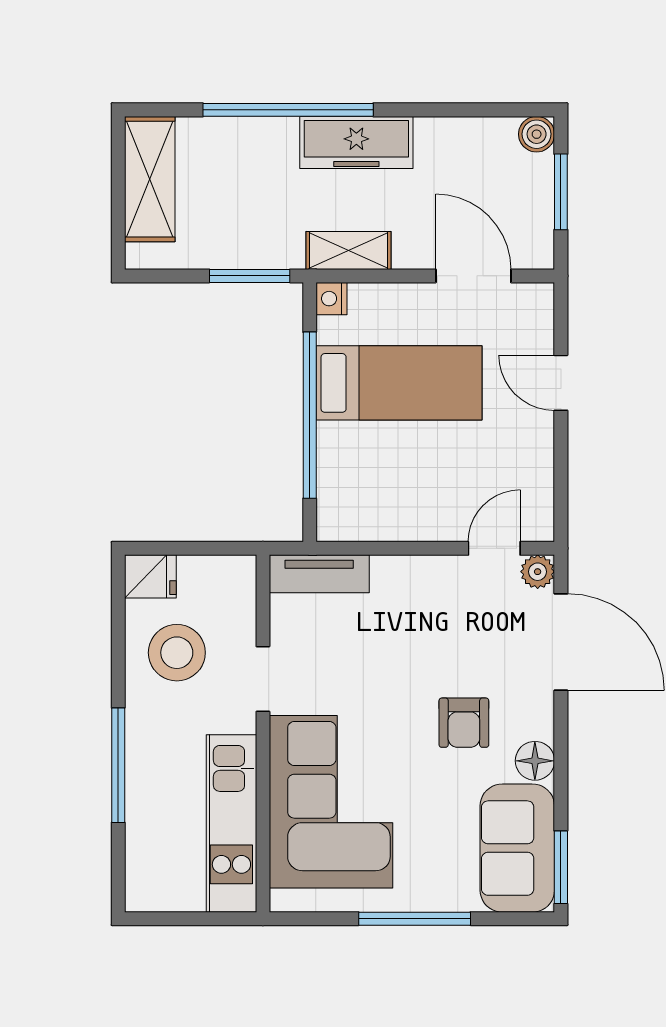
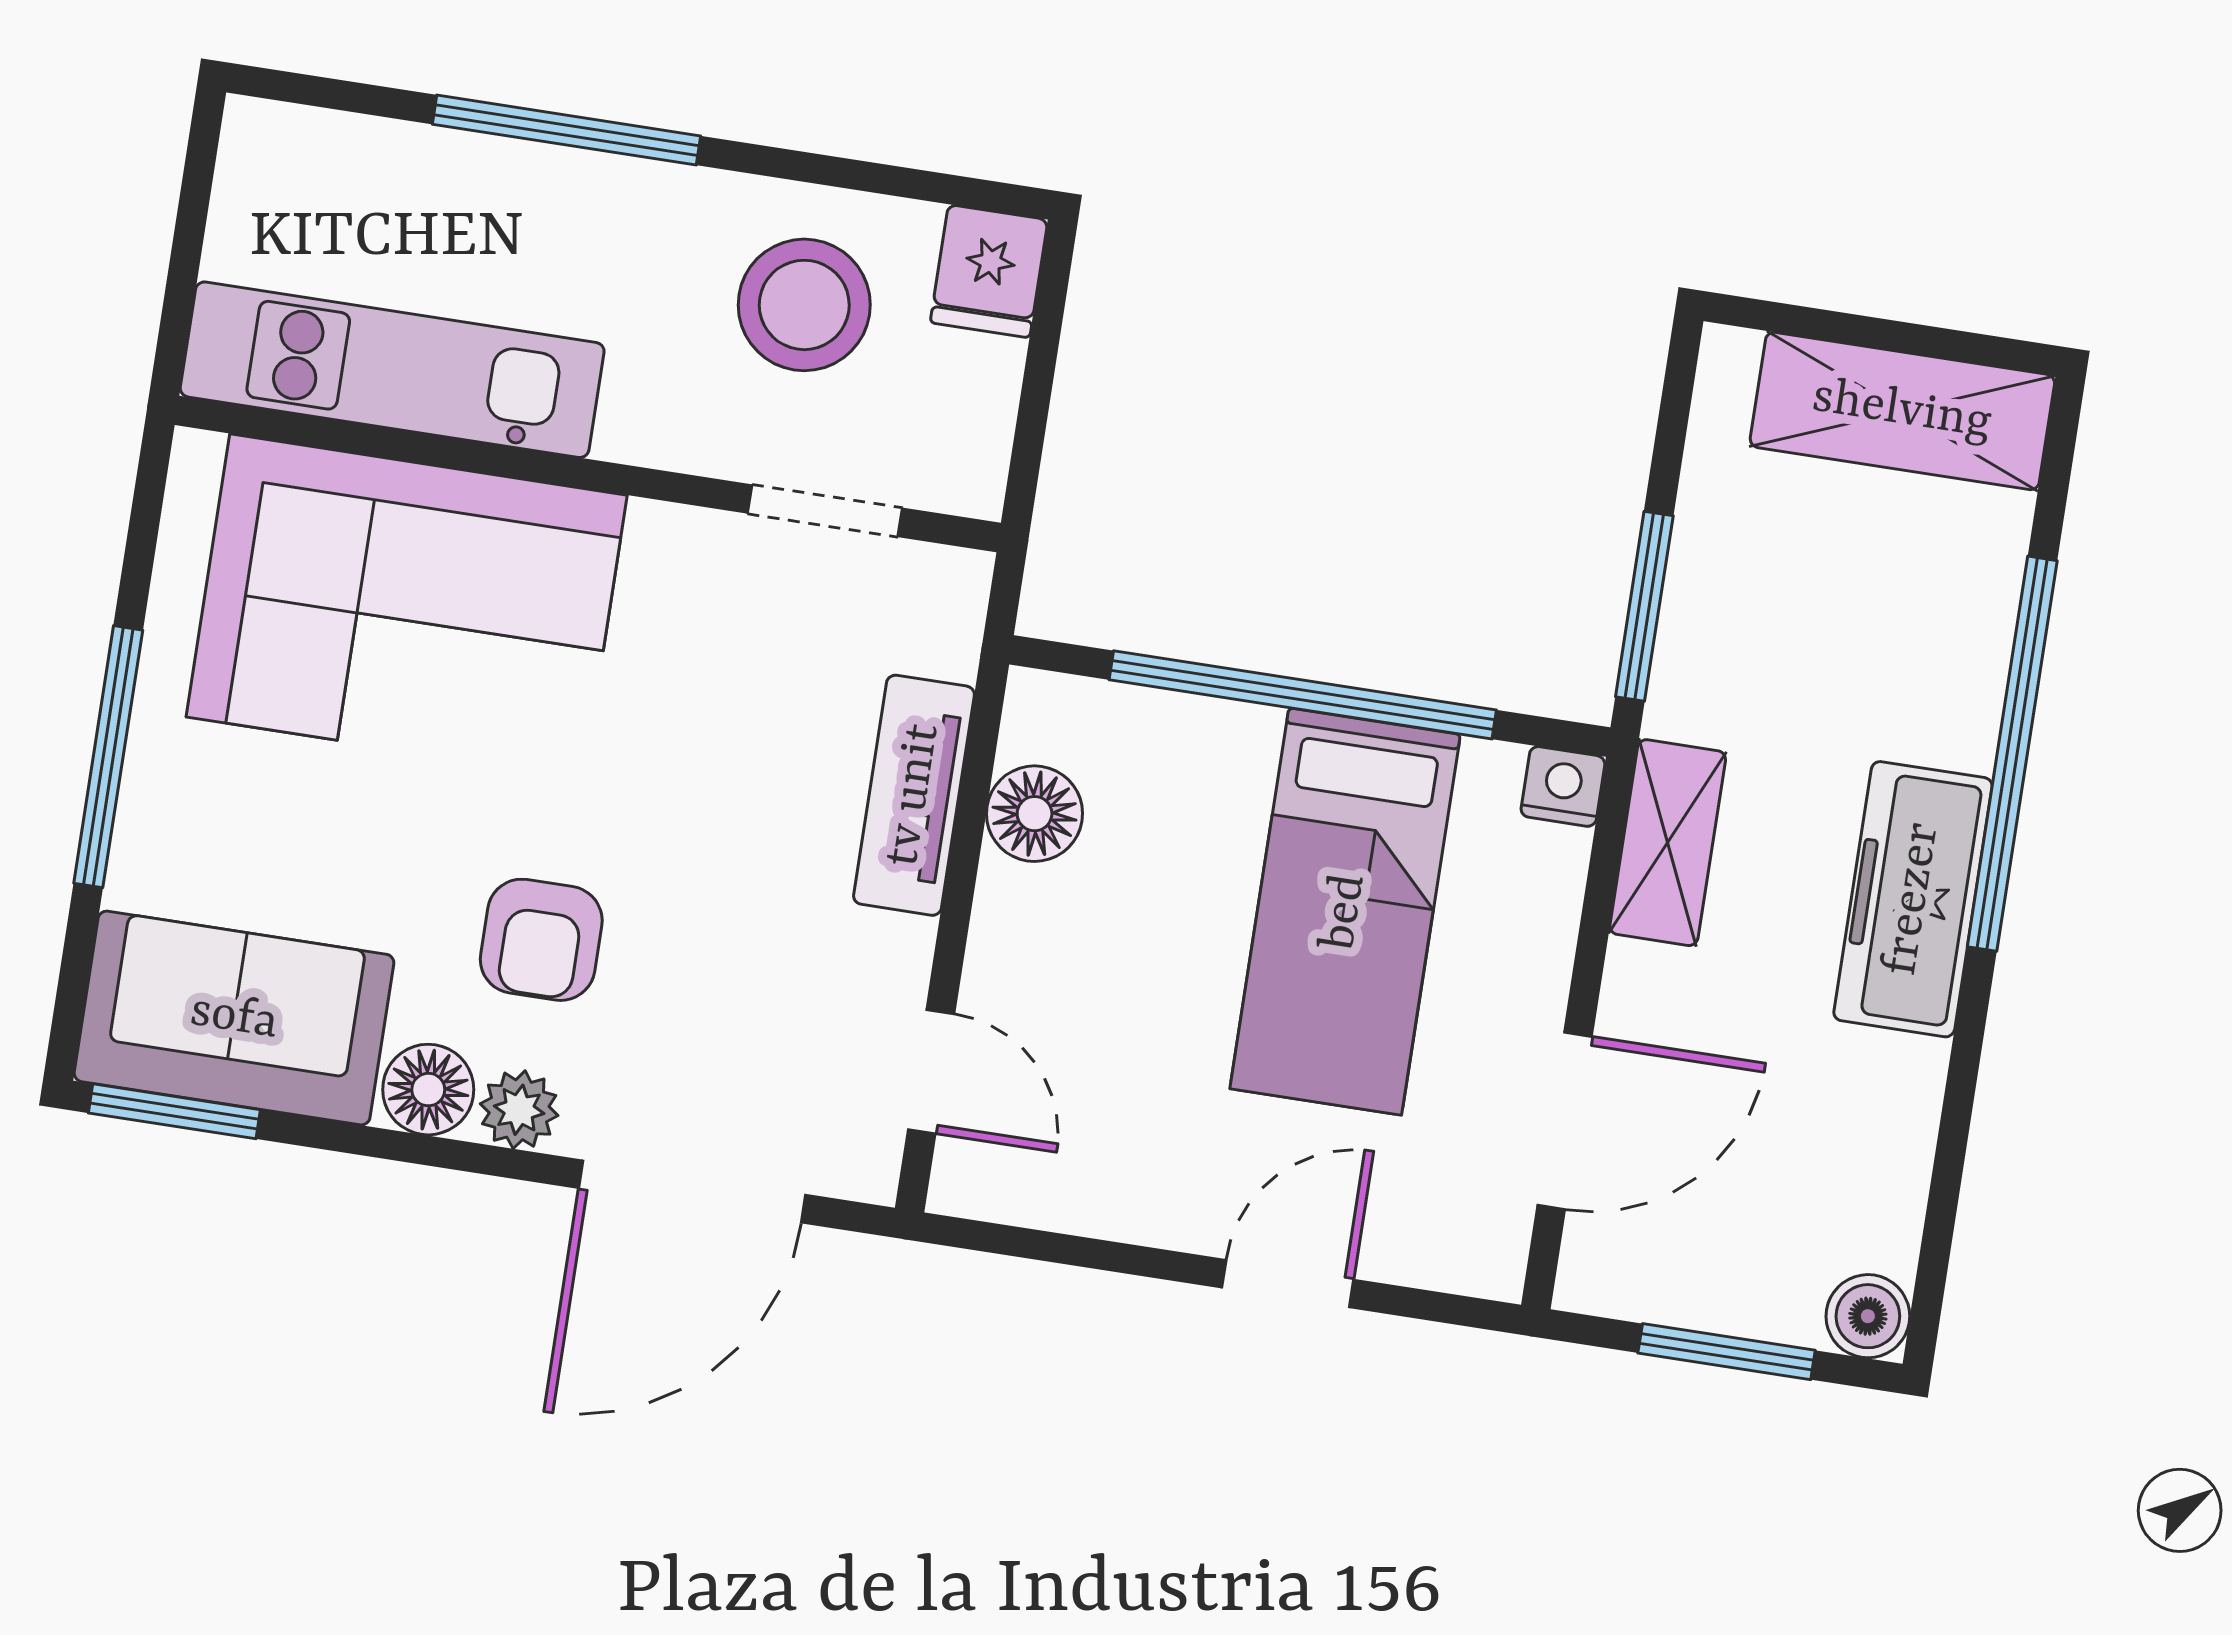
floor lamp: (378, 521) -> (1035, 814), added
plant: (538, 572) -> (519, 1110), moved
tv unit: (319, 574) -> (914, 795), moved
doorway: (263, 679) -> (825, 511), moved
armchair: (464, 723) -> (541, 940), turned -90

